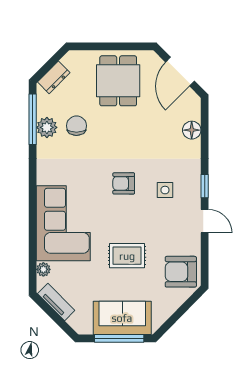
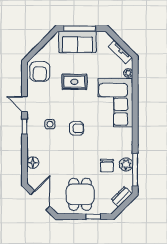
window: (98, 46) -> (93, 217), added
armchair: (181, 272) -> (40, 71), turned 90

